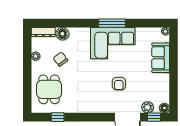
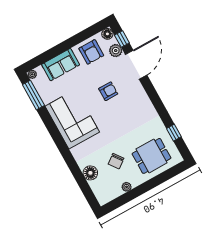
window: (112, 23) -> (33, 95), moved
dresser: (43, 32) -> (99, 192), removed
armchair: (157, 87) -> (91, 52), added

